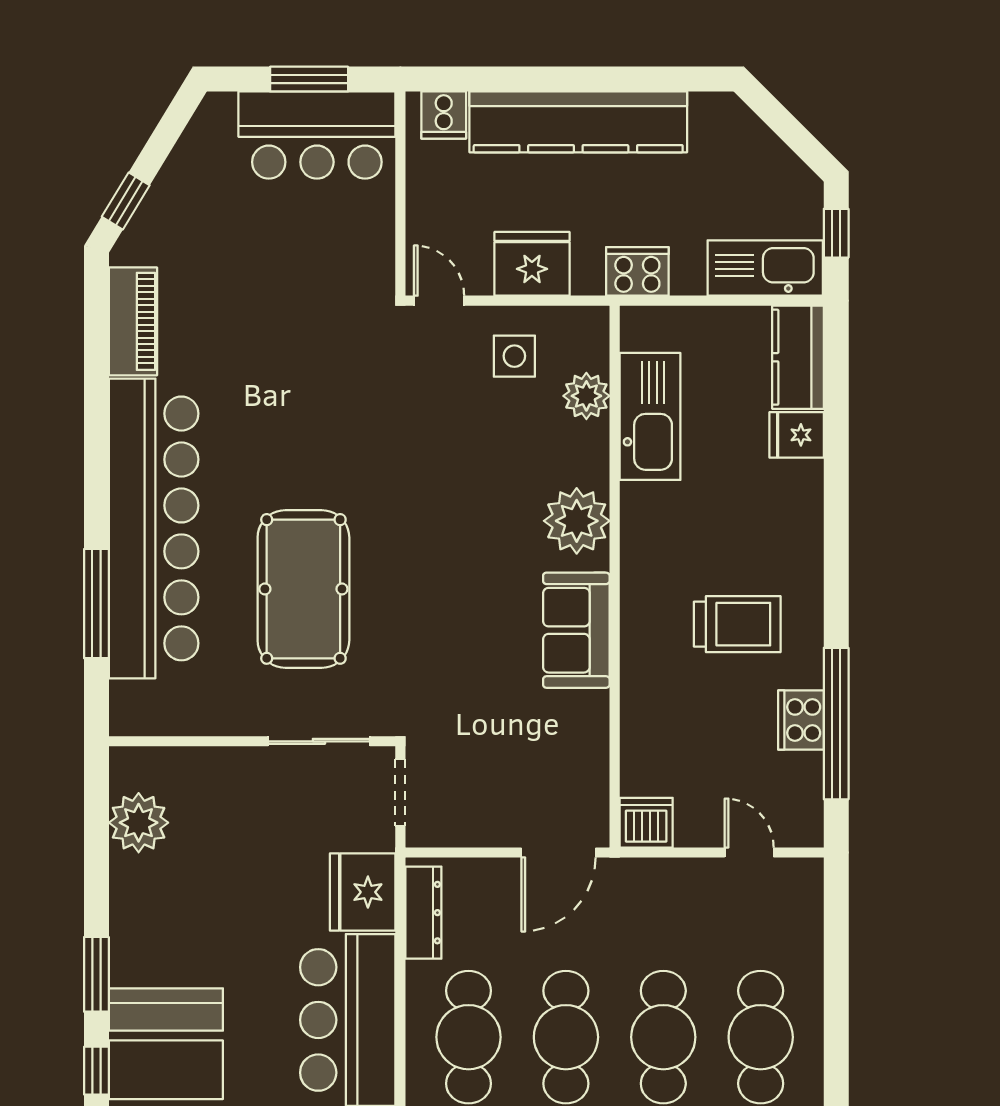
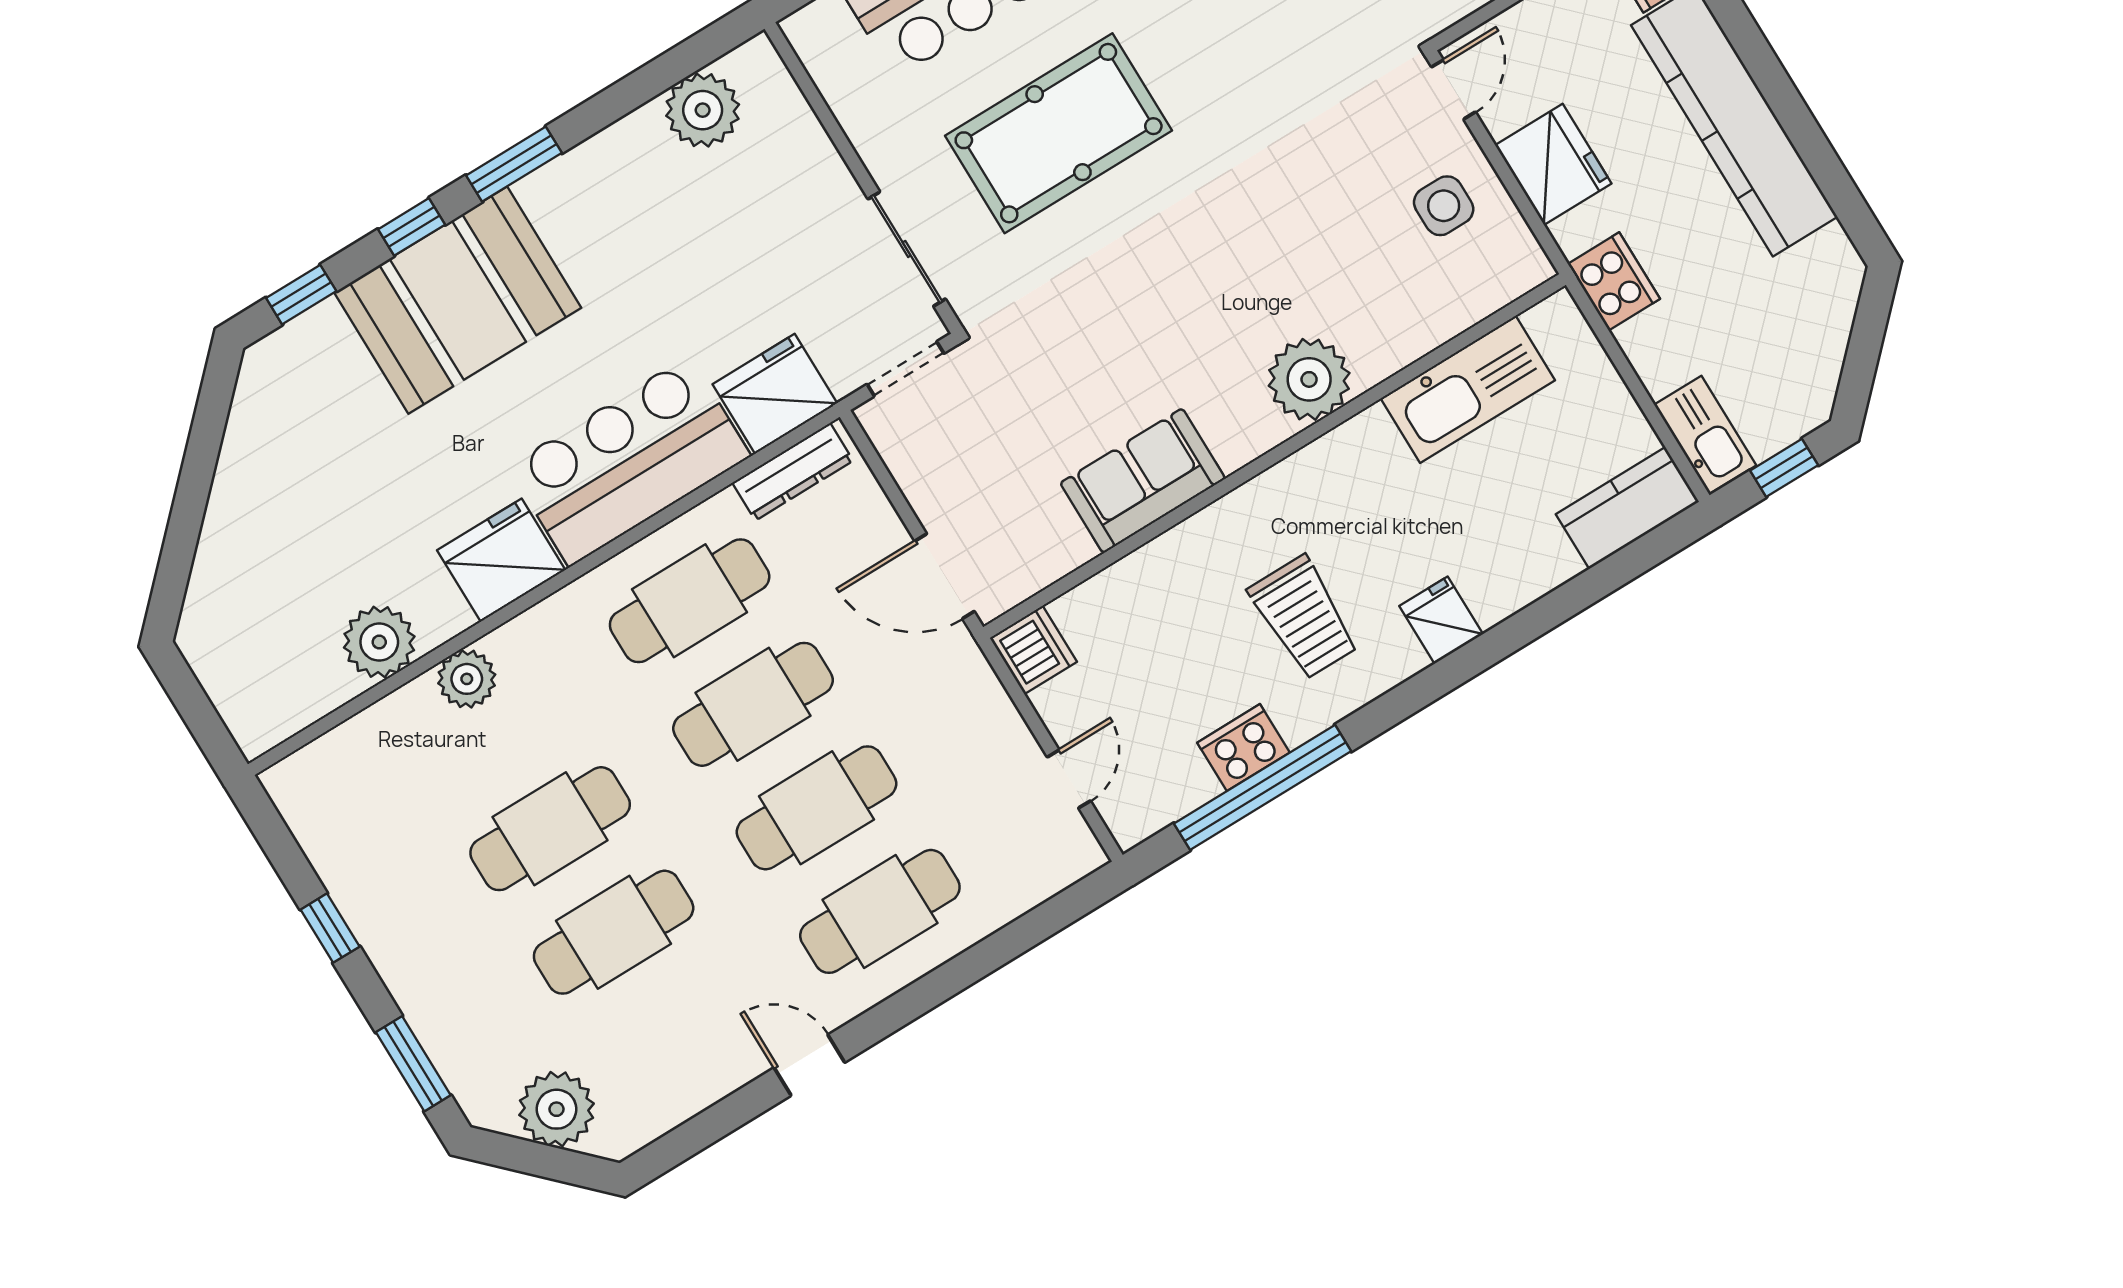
kitchen sink: (765, 268) -> (1705, 435), width x0.73, depth x0.81
plant: (586, 396) -> (1448, 308), removed
fridge: (797, 435) -> (1441, 620), moved
sofa: (576, 630) -> (1143, 481), moved

